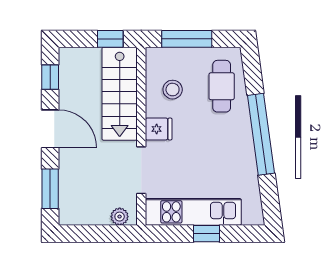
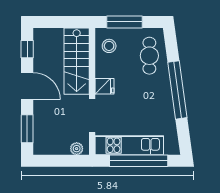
window: (110, 39) -> (70, 22), removed
stool: (173, 90) -> (109, 46), moved
window: (207, 234) -> (139, 161), width x3.17

